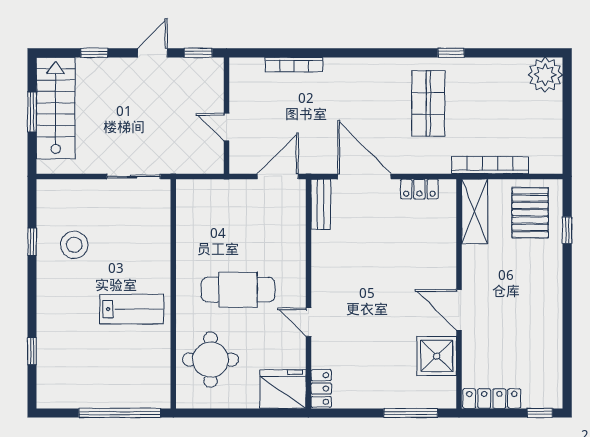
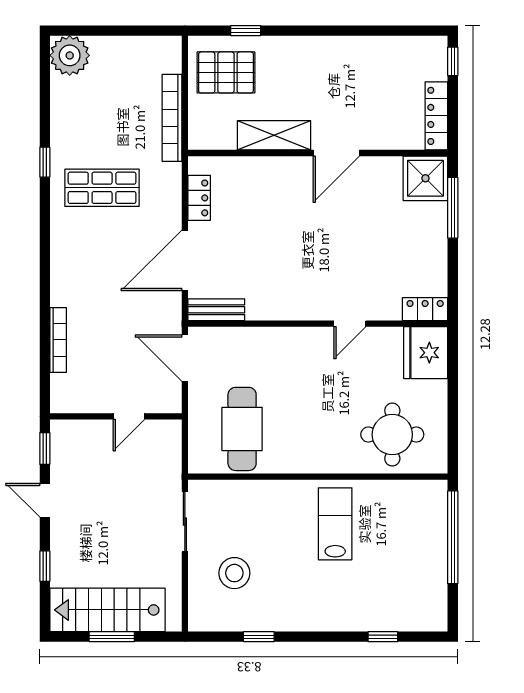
shelving: (475, 211) -> (274, 135), moved
stool: (74, 245) -> (234, 573), moved
cafe table: (238, 290) -> (242, 429), moved
shower: (437, 356) -> (425, 178), moved

